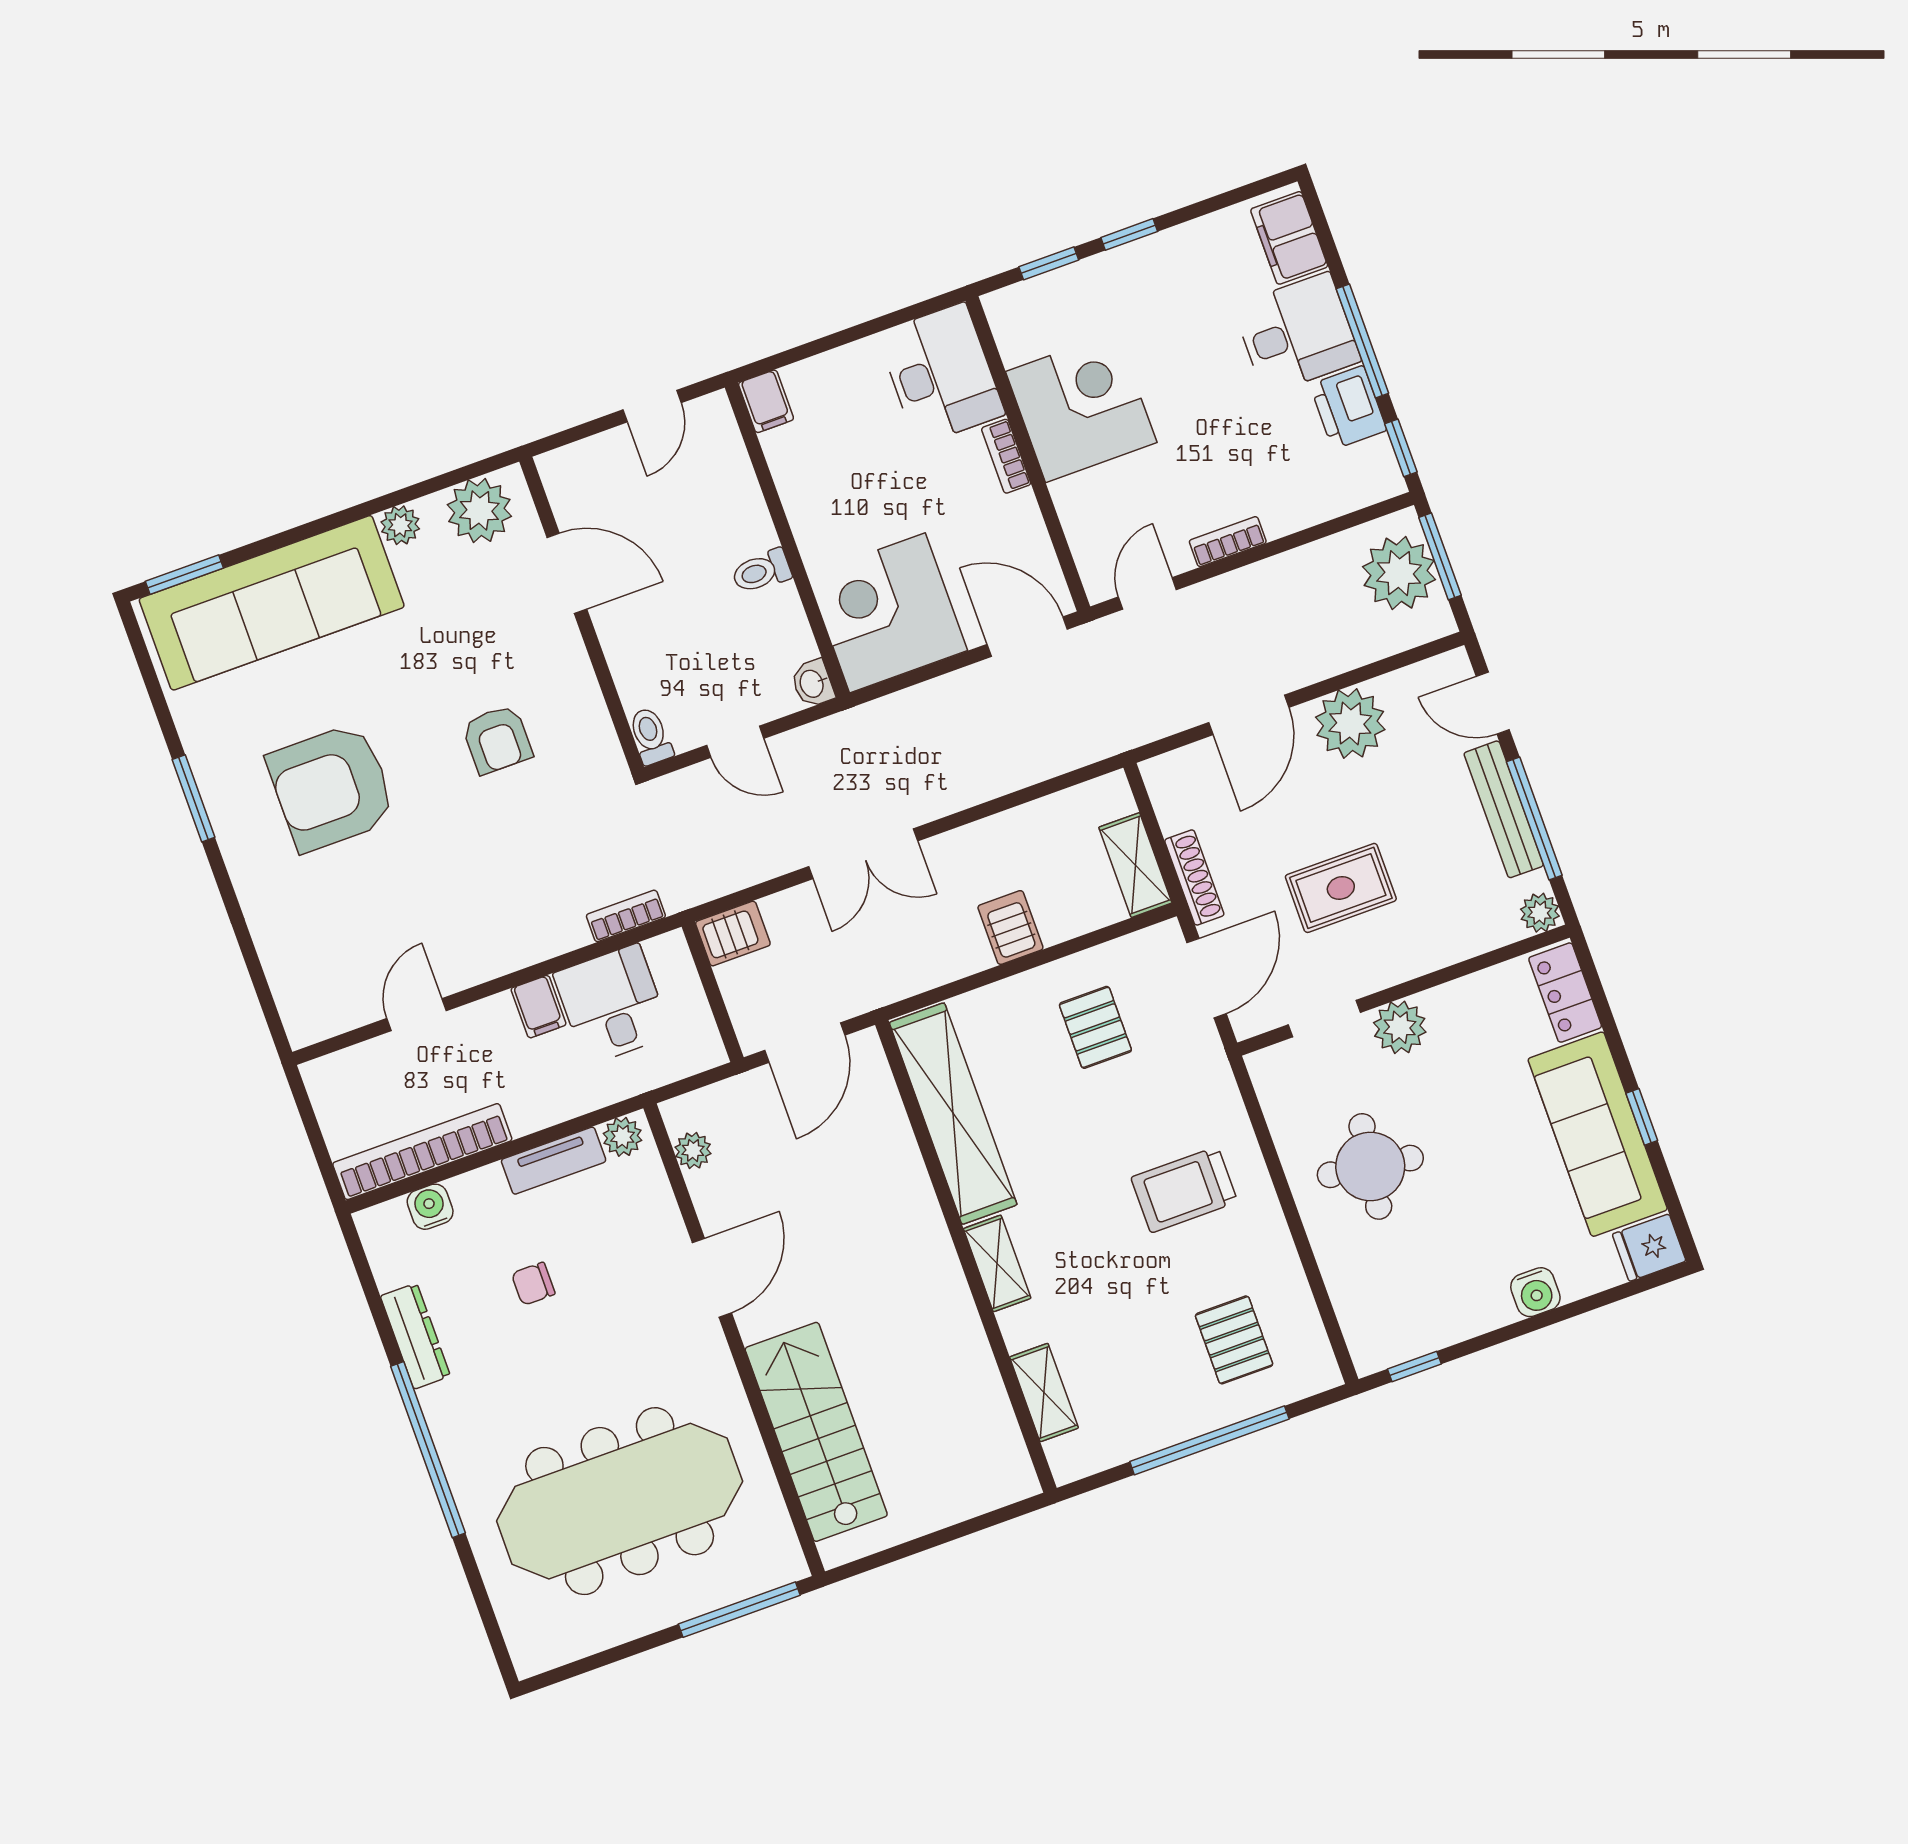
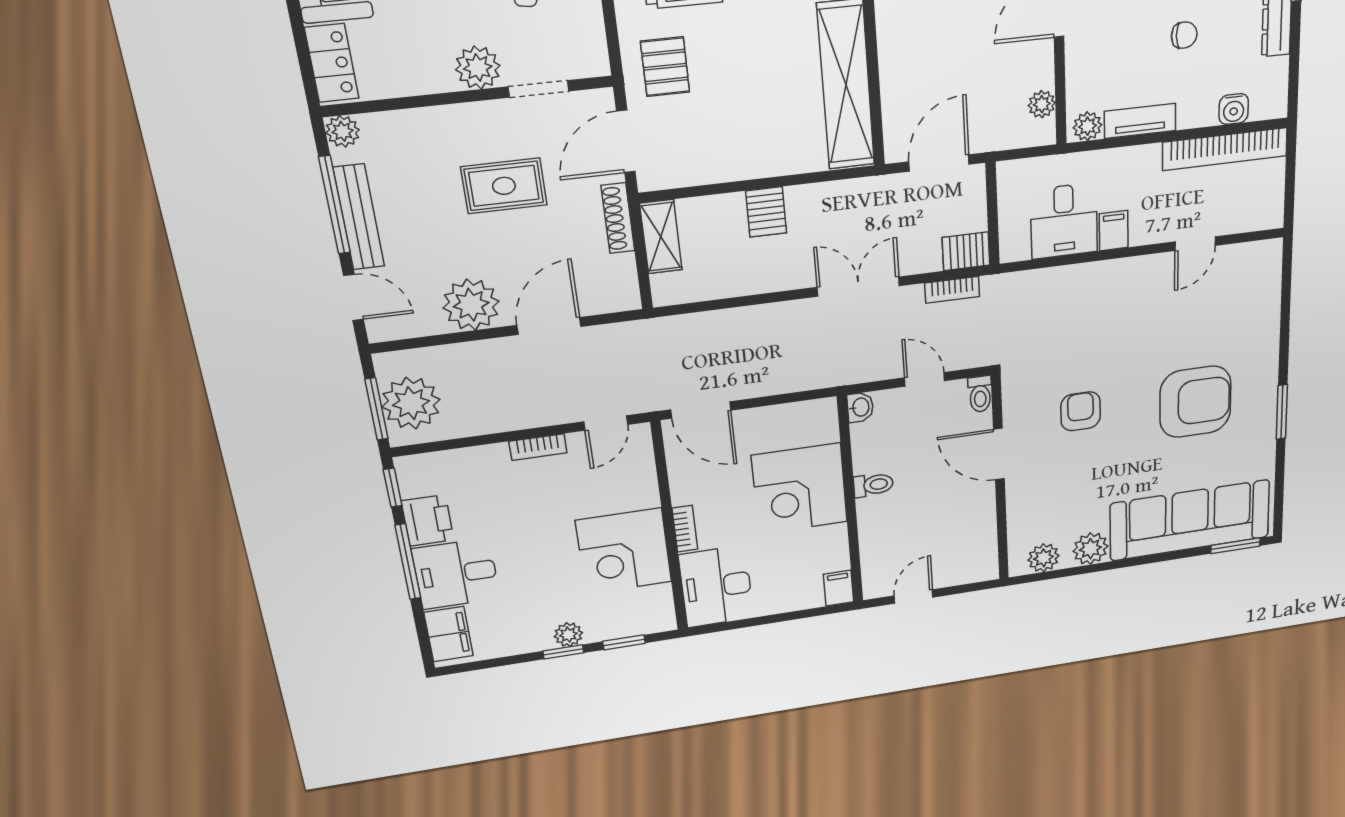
plant: (1128, 263) -> (568, 635), added
plant: (479, 511) -> (1044, 558), width x0.73, depth x0.73
plant: (400, 525) -> (1090, 549), width x1.38, depth x1.38
door: (567, 573) -> (999, 454), moved
corner desk: (887, 613) -> (800, 489), moved, turned 90
bookcase: (626, 916) -> (952, 290), moved
pallet: (1095, 1027) -> (665, 67), moved

